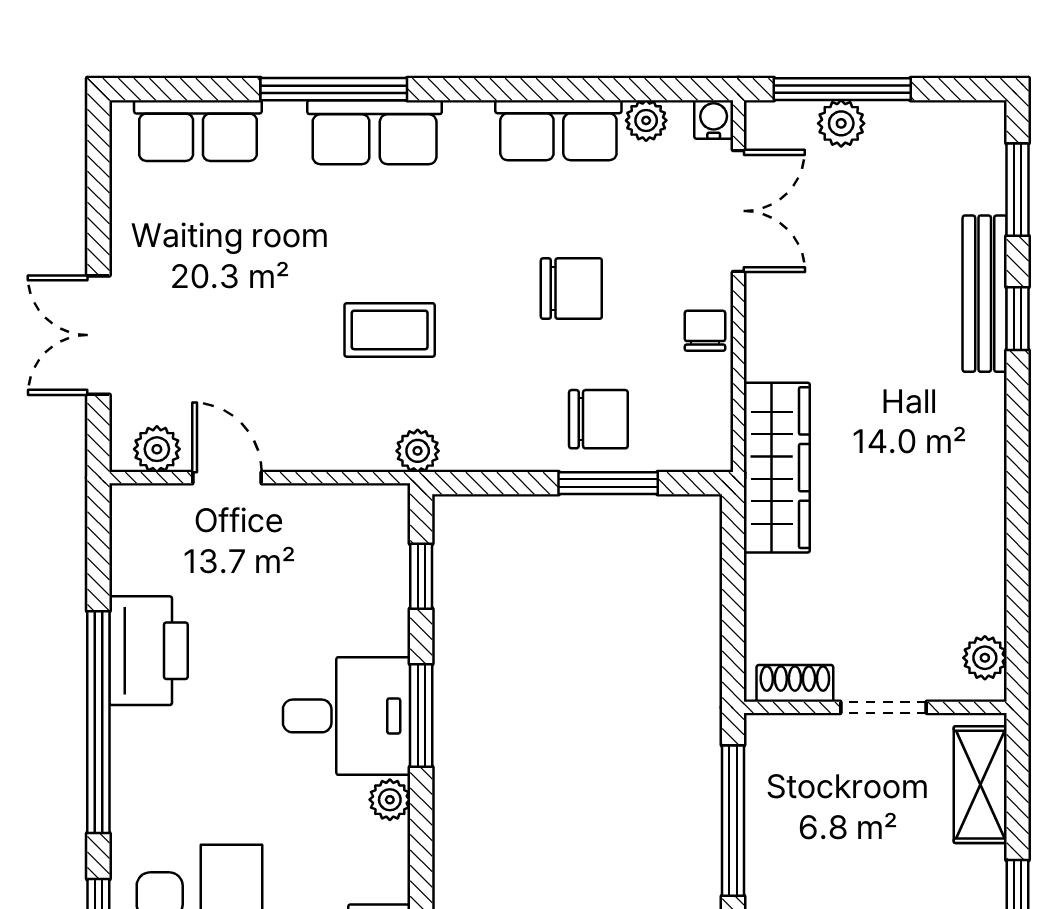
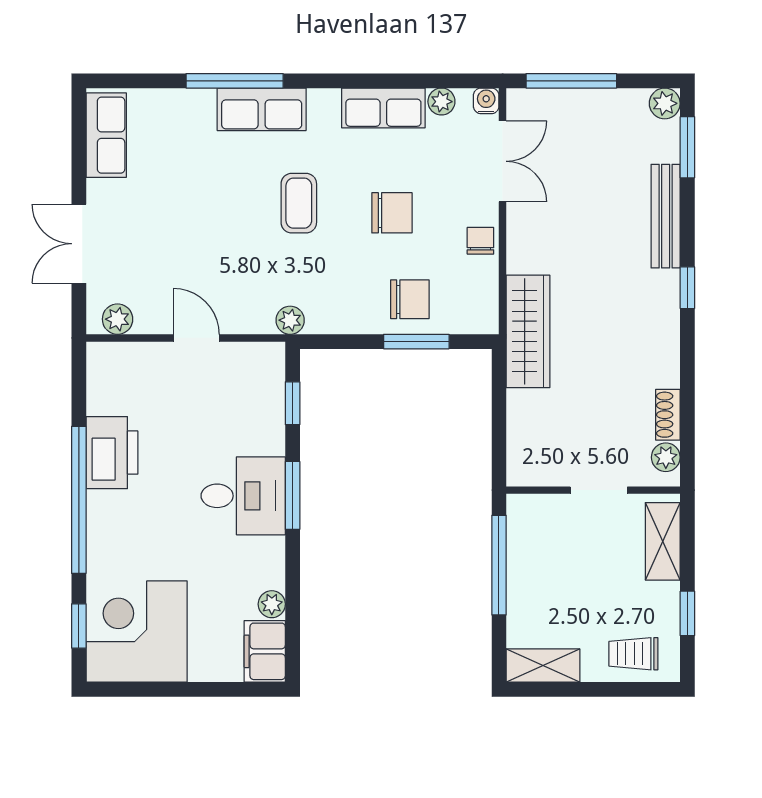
plant: (841, 123) -> (665, 103), moved
row of seats: (198, 131) -> (106, 135), moved, turned -90
window: (1017, 319) -> (687, 288), moved
coffee table: (390, 330) -> (299, 203), moved, turned 90
door: (227, 478) -> (196, 338), moved
shoe rack: (795, 683) -> (668, 415), moved, turned -90
plant: (390, 800) -> (272, 604), moved

